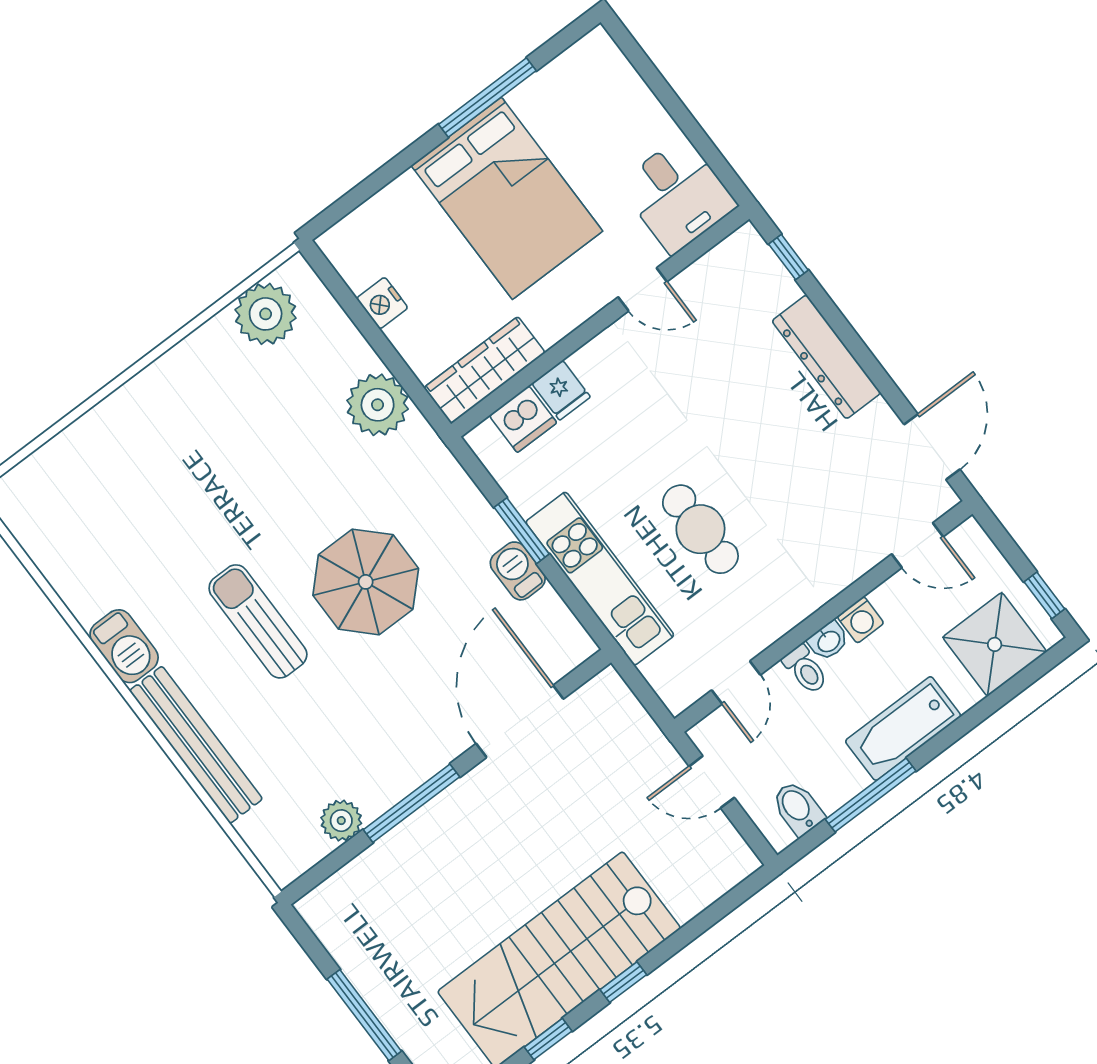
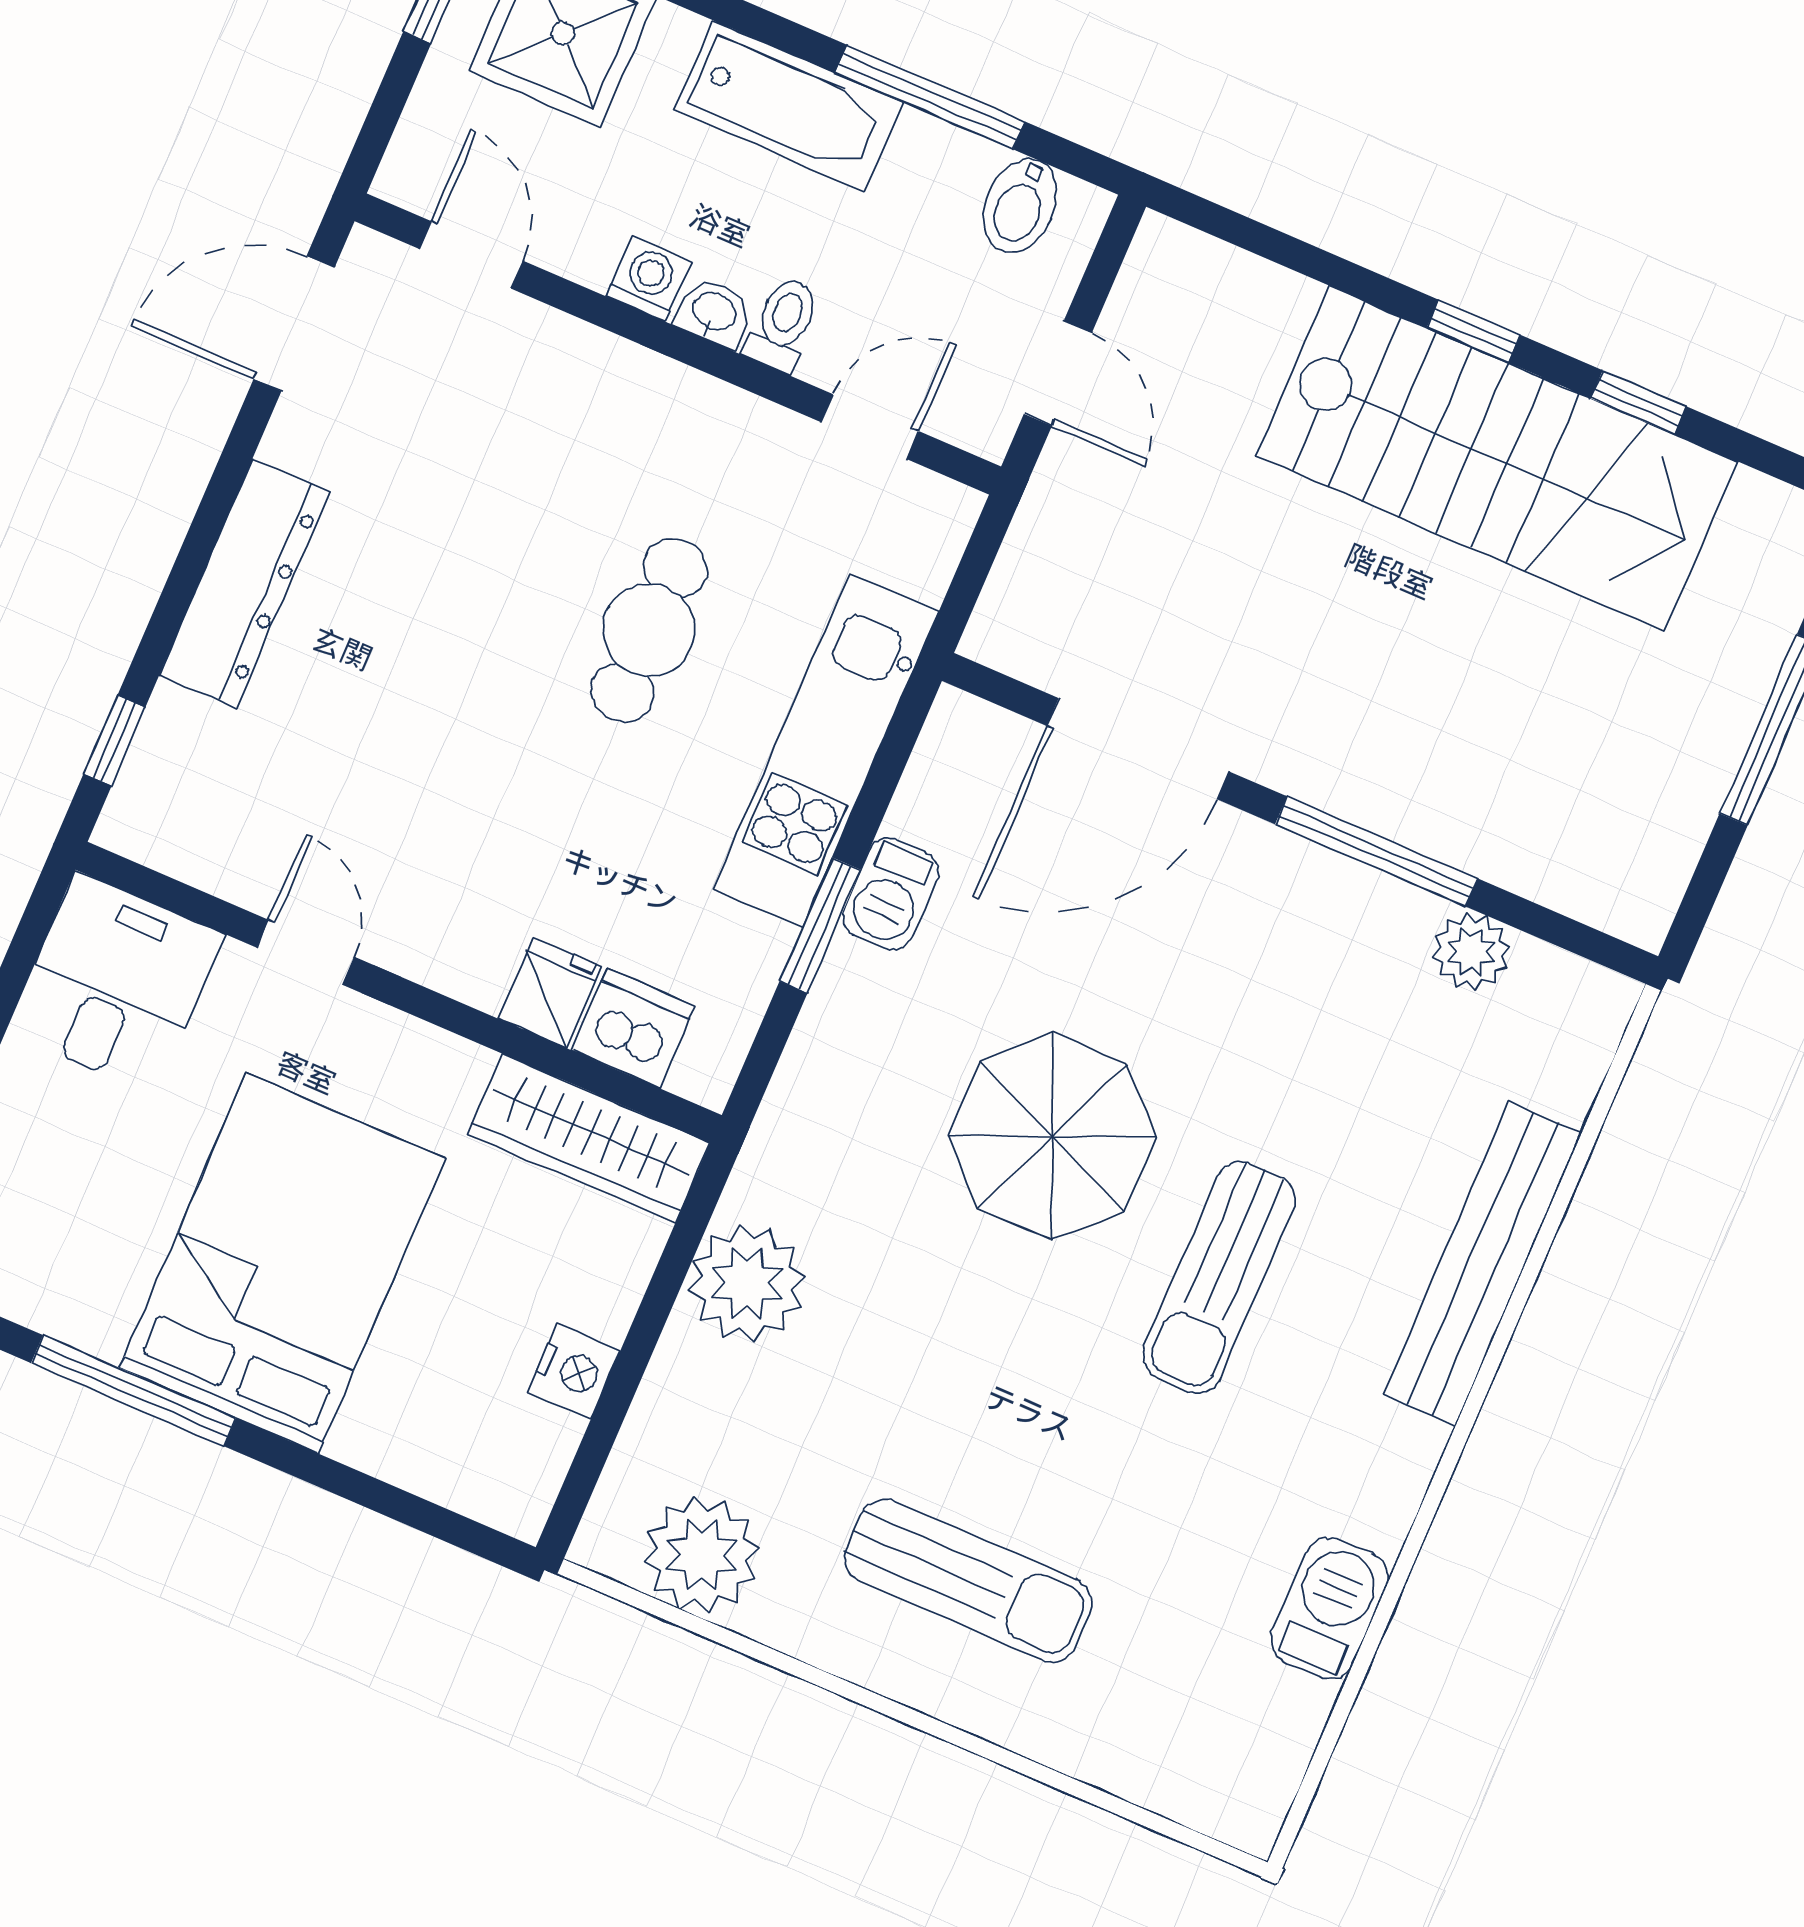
sun lounger: (185, 429) -> (968, 1581), added
barbecue: (124, 646) -> (1330, 1608), moved

